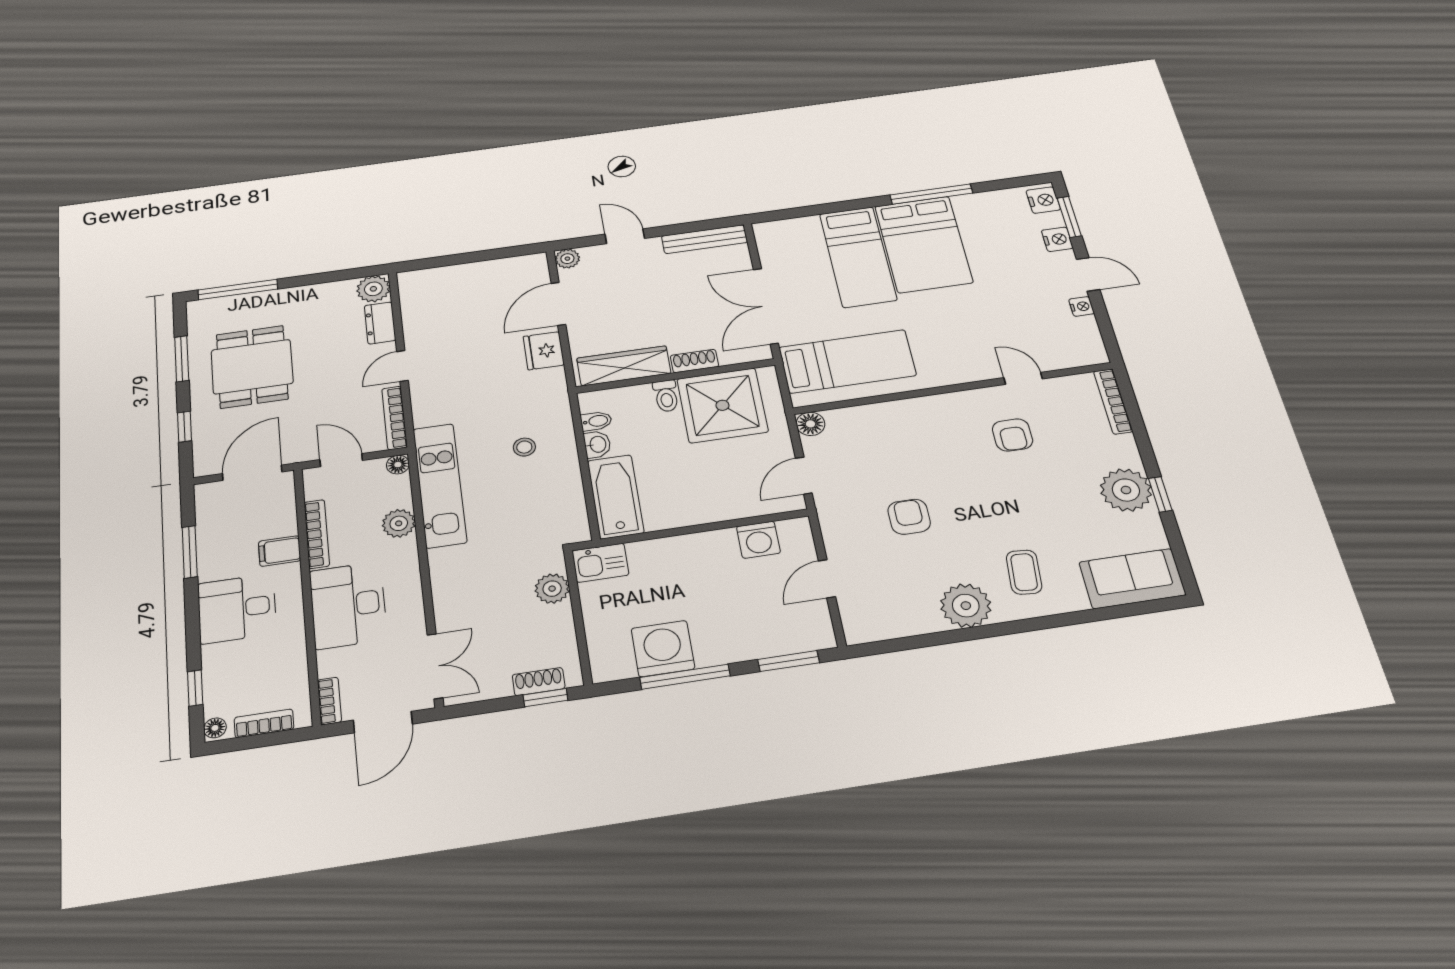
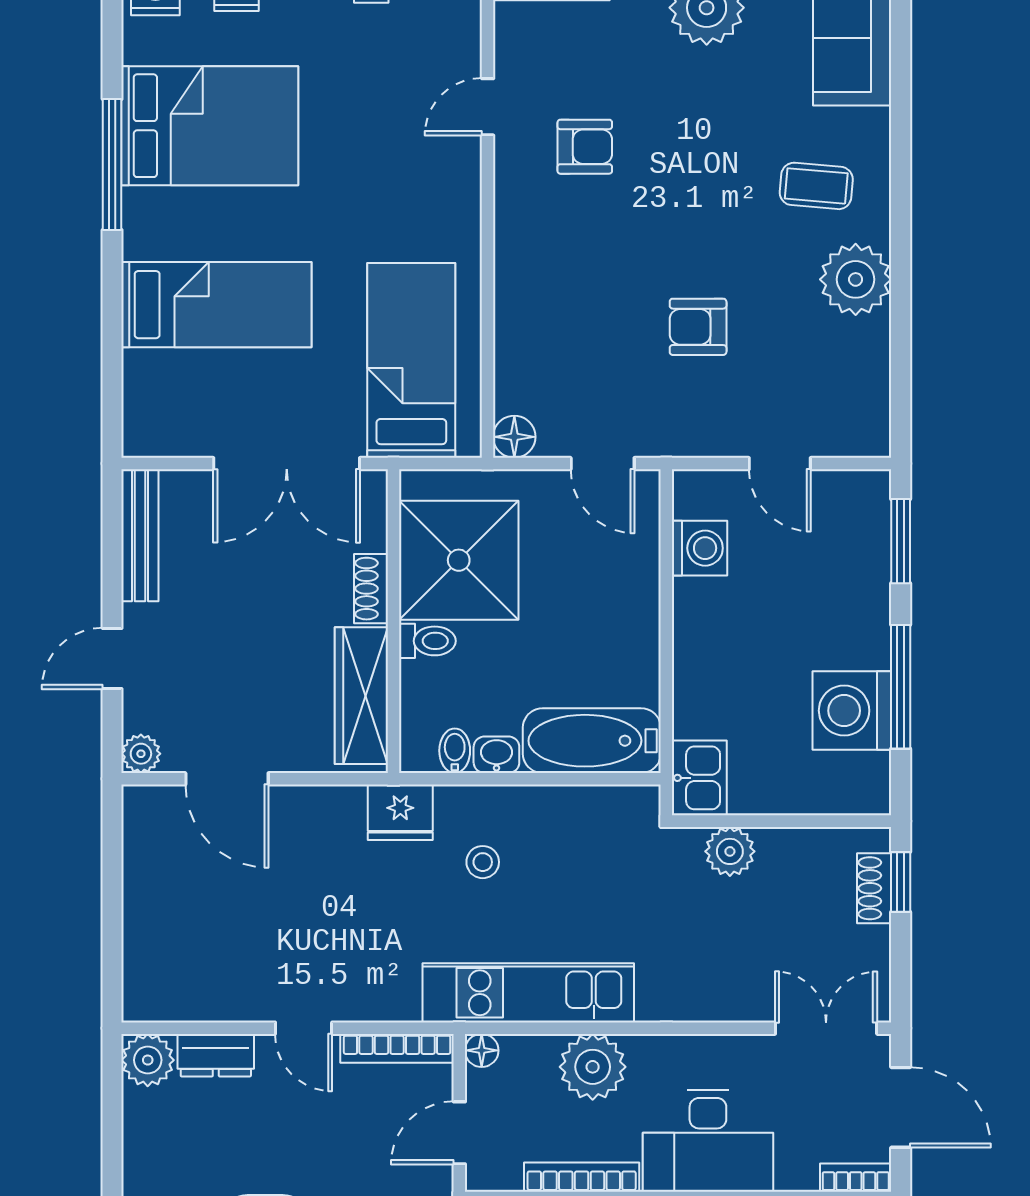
bed: (924, 244) -> (210, 126), moved
fridge: (544, 351) -> (400, 812), moved
plant: (399, 523) -> (593, 1067), width x1.36, depth x1.36

